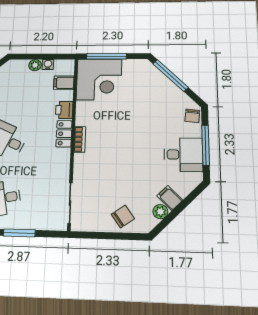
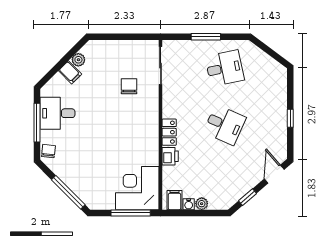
filing cabinet: (64, 83) -> (175, 200), moved, turned -90
bookcase: (80, 139) -> (154, 127), removed
chair: (123, 216) -> (129, 86), moved, turned 125

